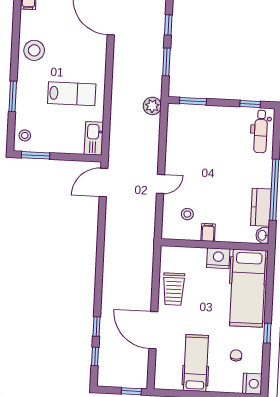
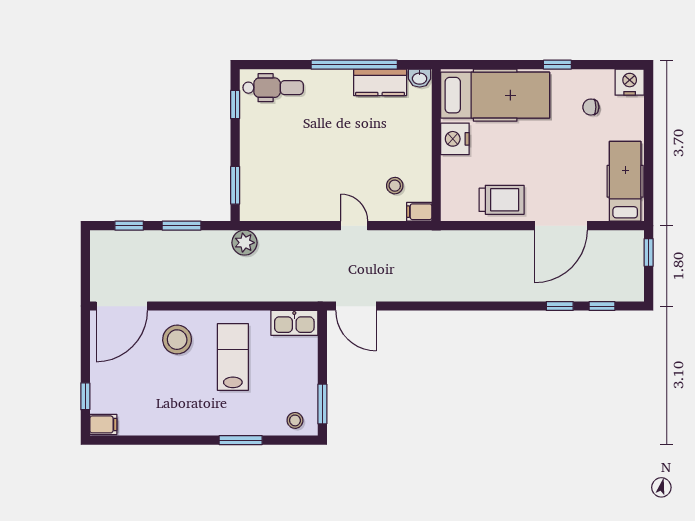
stool: (34, 50) -> (177, 340), moved
filing cabinet: (208, 232) -> (419, 212), moved
hospital bed: (196, 363) -> (625, 181), moved, turned 90

